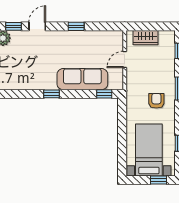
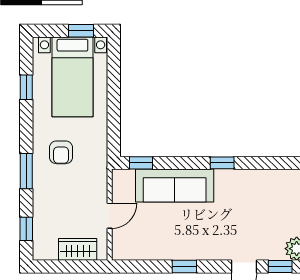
window: (158, 180) -> (81, 31), moved

